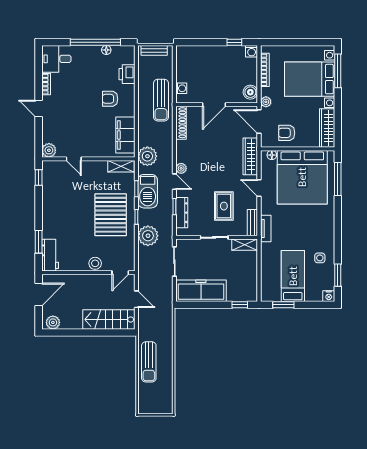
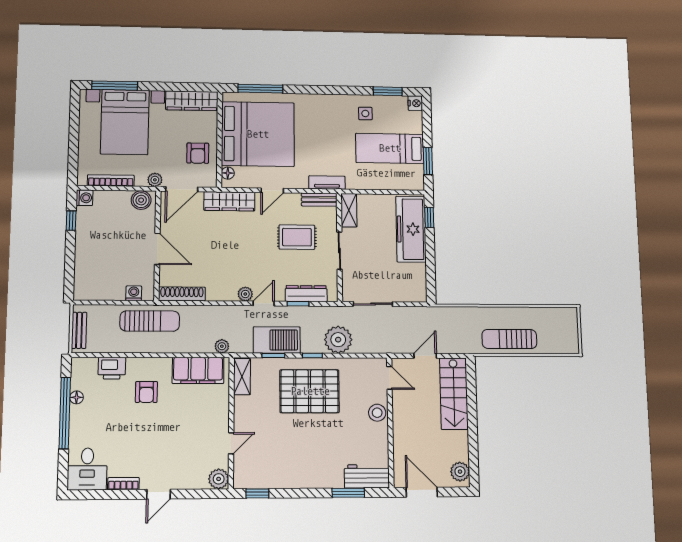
plant: (147, 156) -> (222, 346), width x0.53, depth x0.53
freezer: (201, 291) -> (411, 229), moved
sun lounger: (149, 362) -> (509, 339), turned 180

